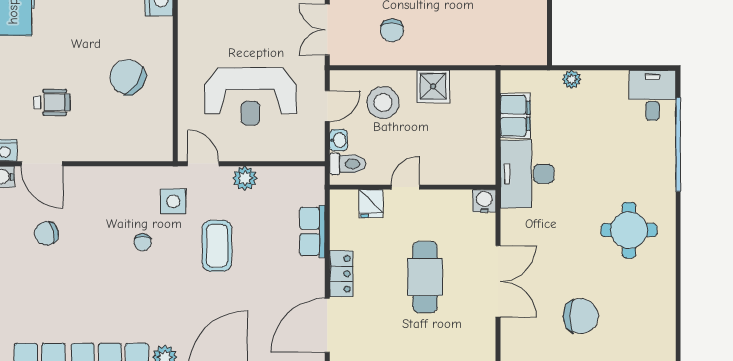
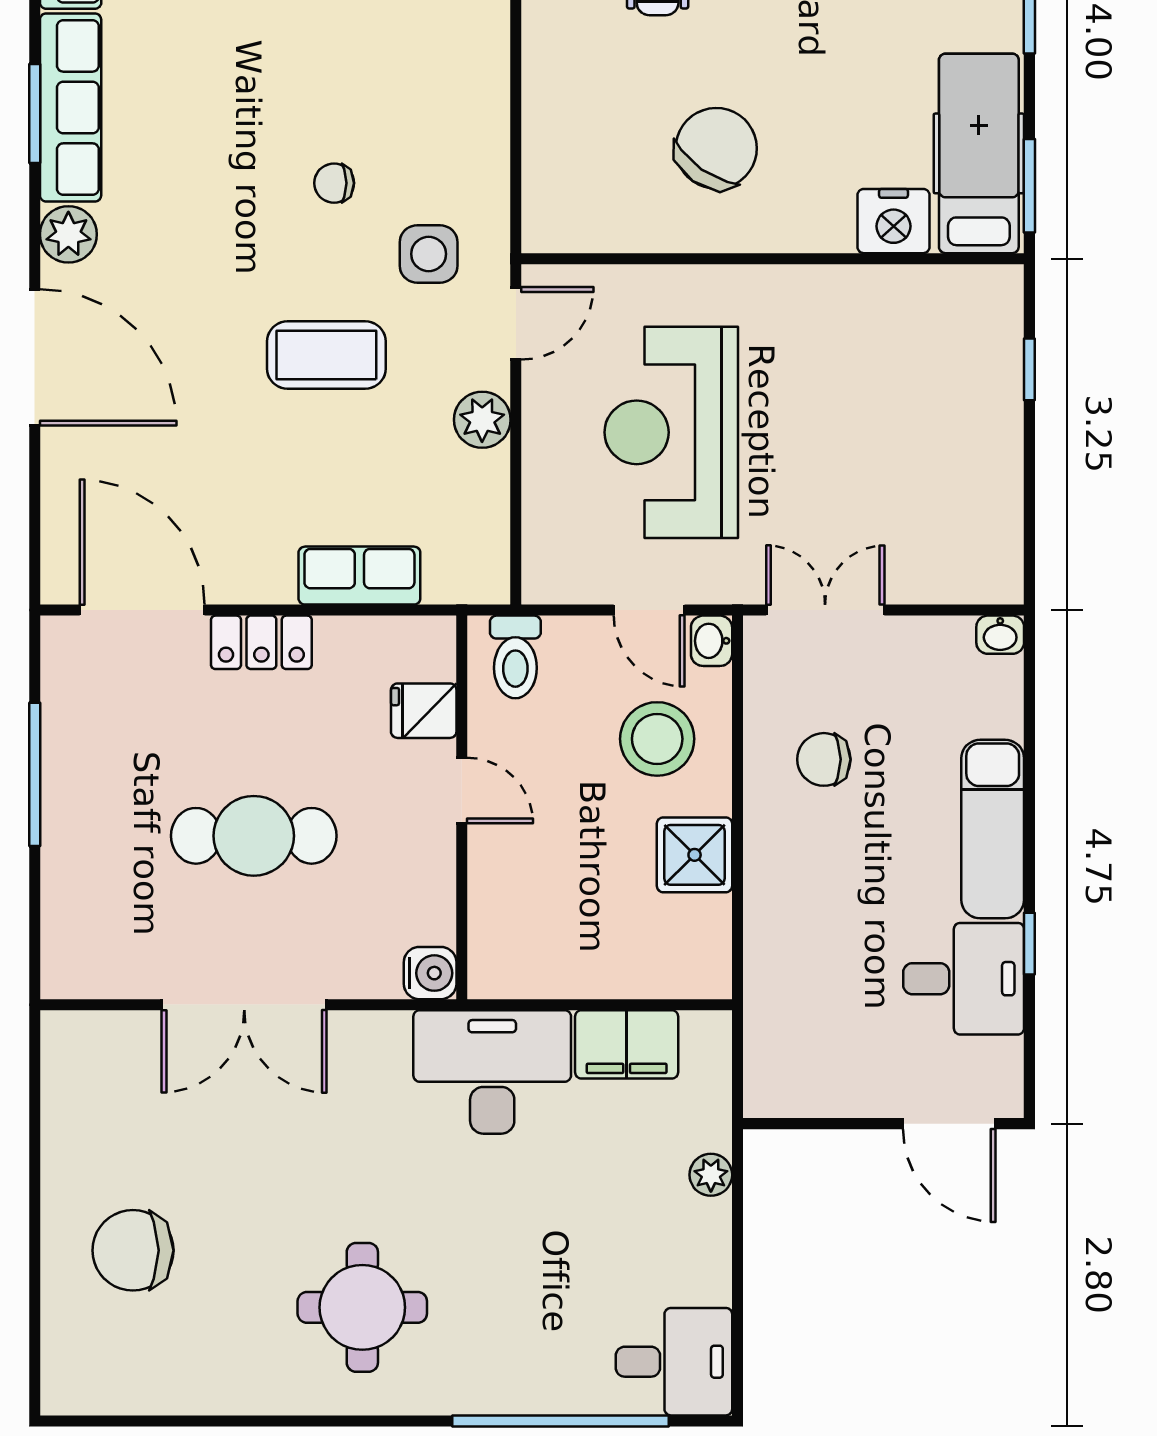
washbasin: (338, 140) -> (712, 641), moved, turned 90
chair: (581, 316) -> (133, 1250), moved, turned 90

